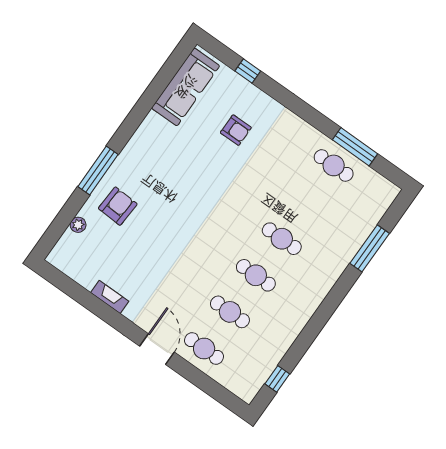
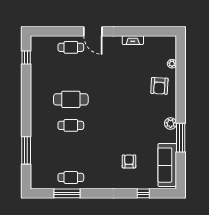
armchair: (236, 130) -> (129, 161), turned 90
plant: (140, 142) -> (171, 123), added
window: (98, 170) -> (181, 138), moved
cafe table: (256, 275) -> (71, 99), width x1.37, depth x1.35
cafe table: (230, 312) -> (71, 73), removed

